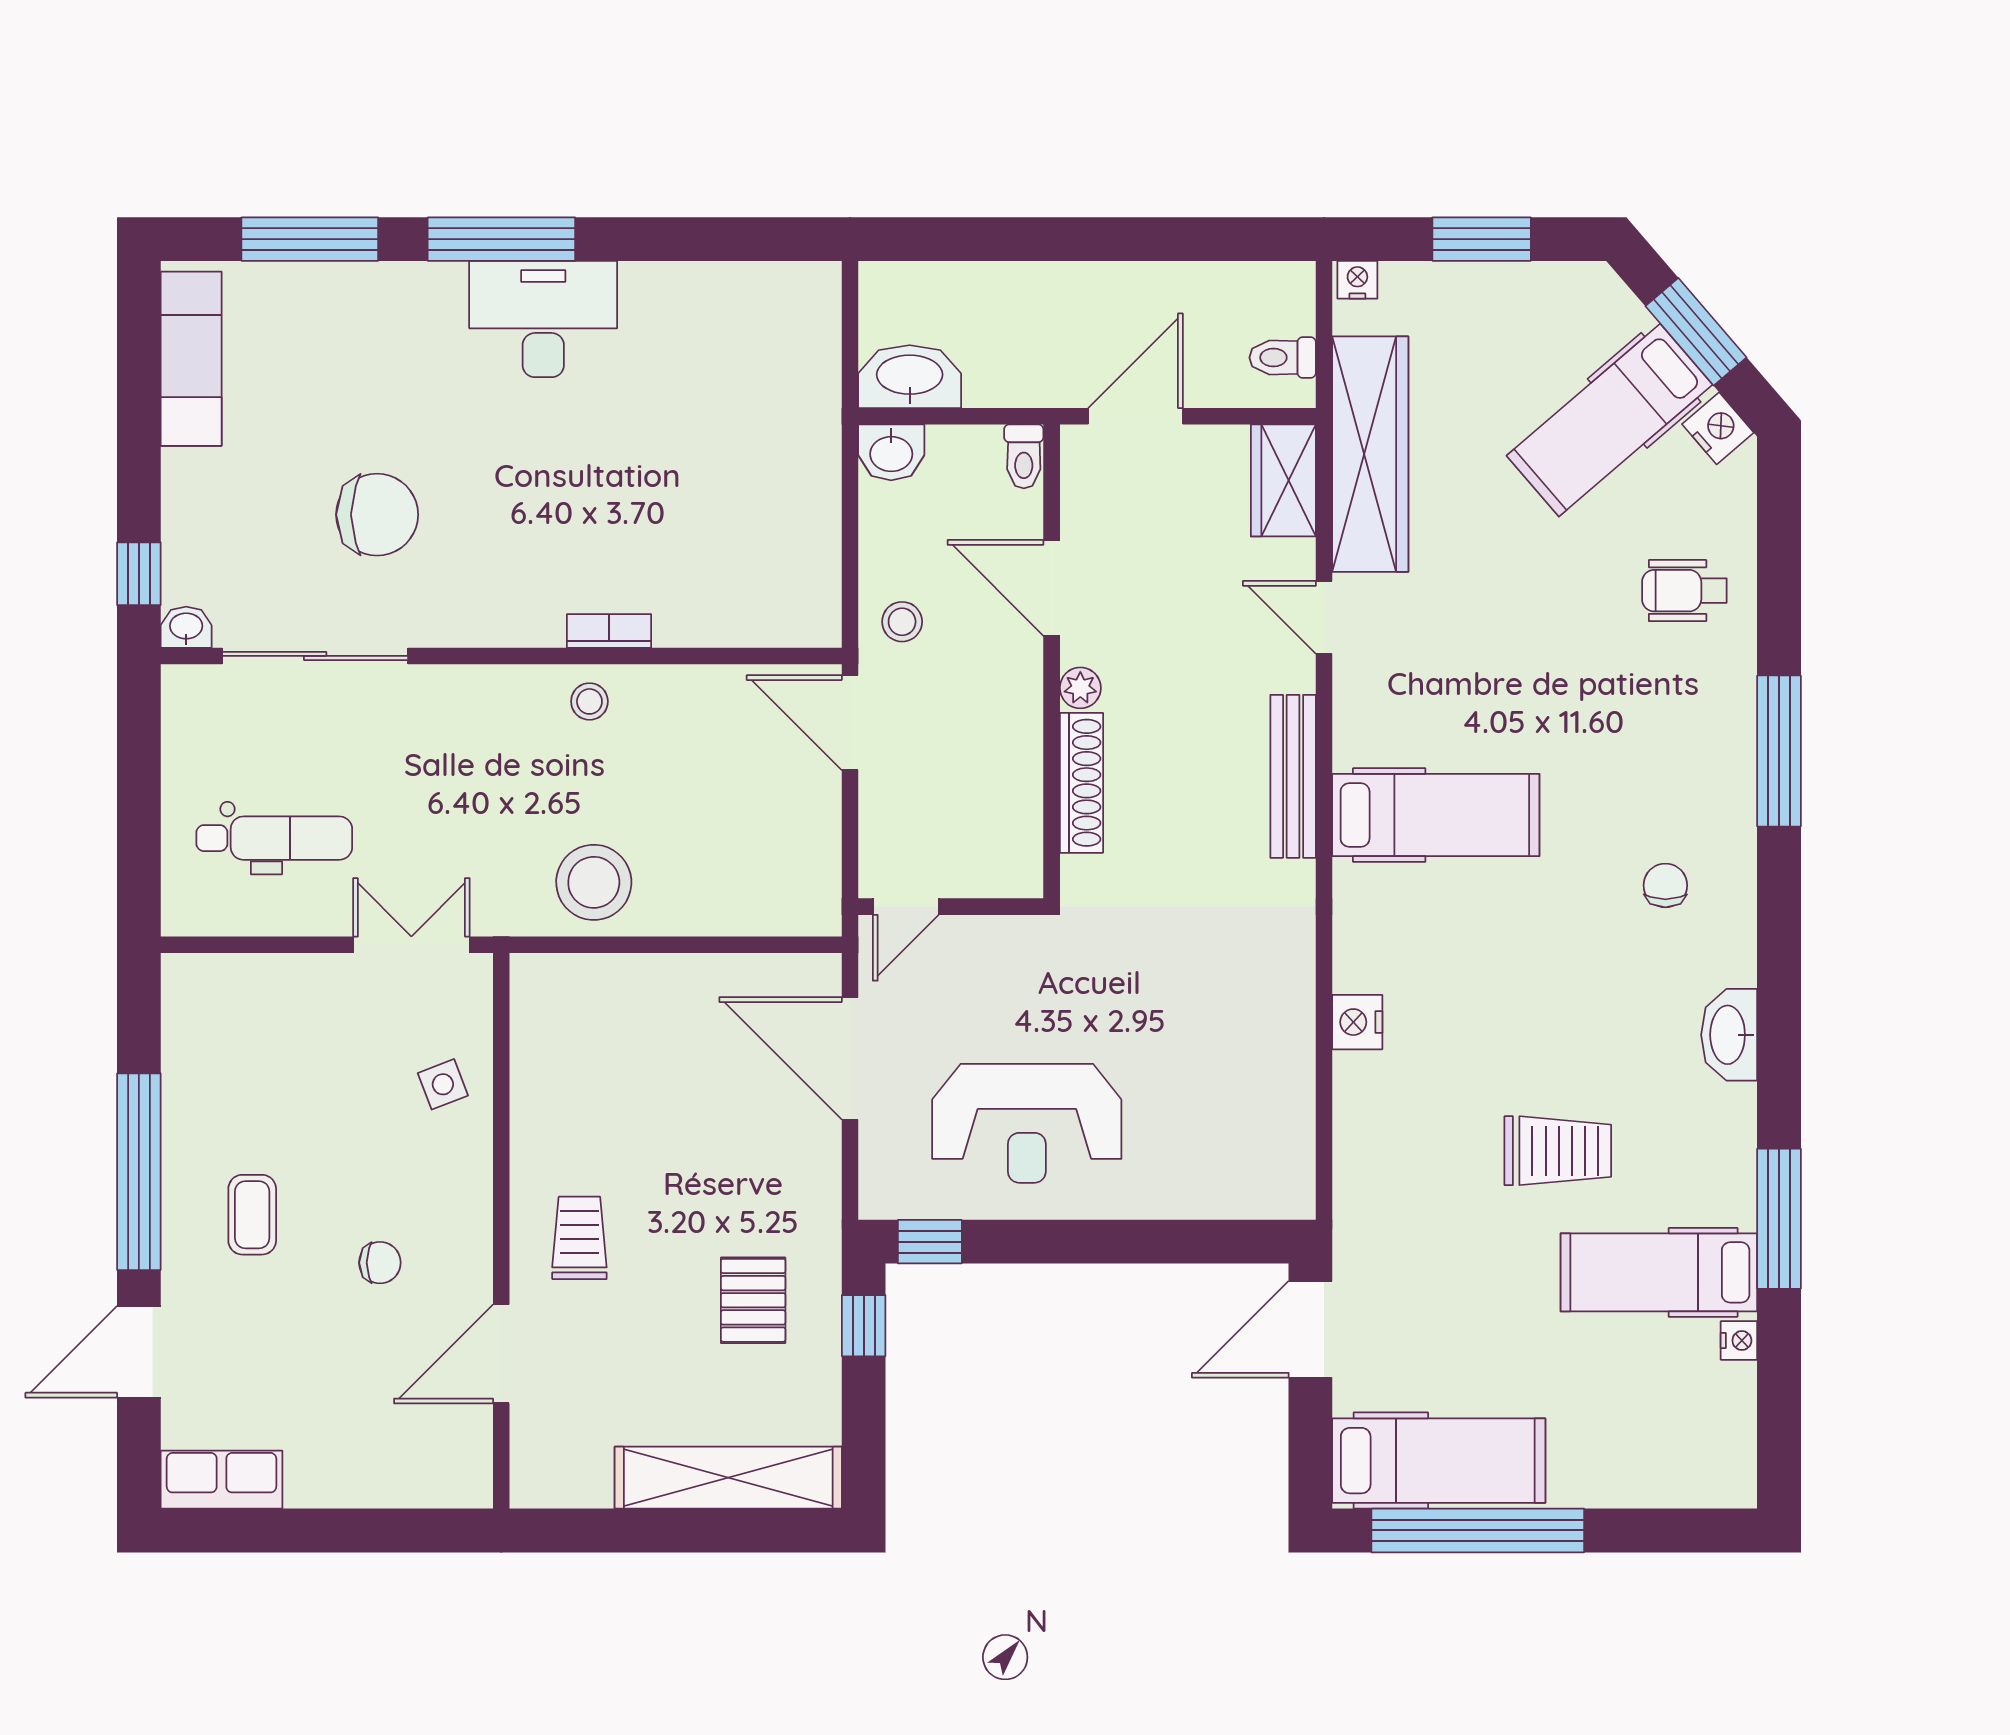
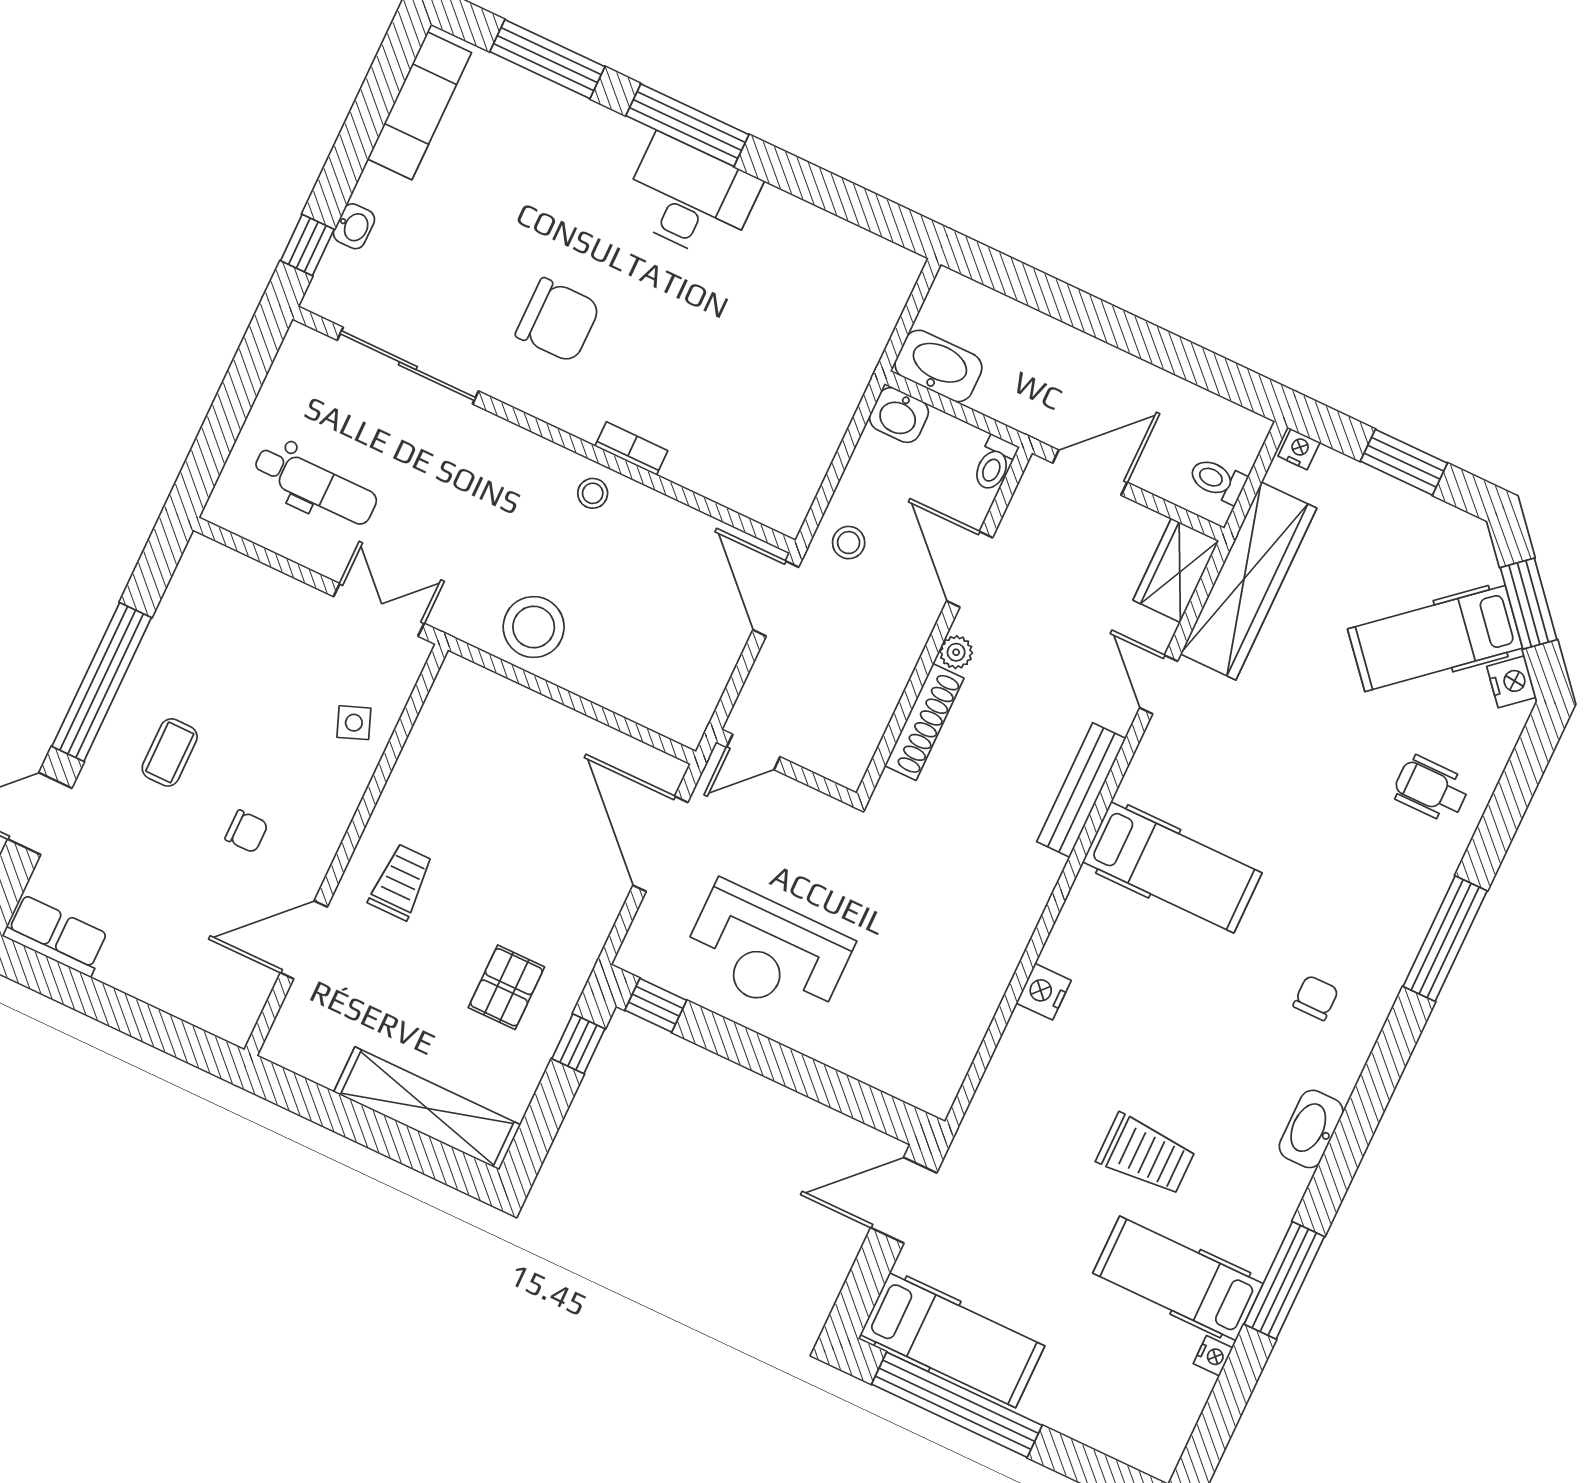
chair: (377, 515) -> (558, 320), moved
washbasin: (186, 627) -> (354, 226), moved, turned 90

